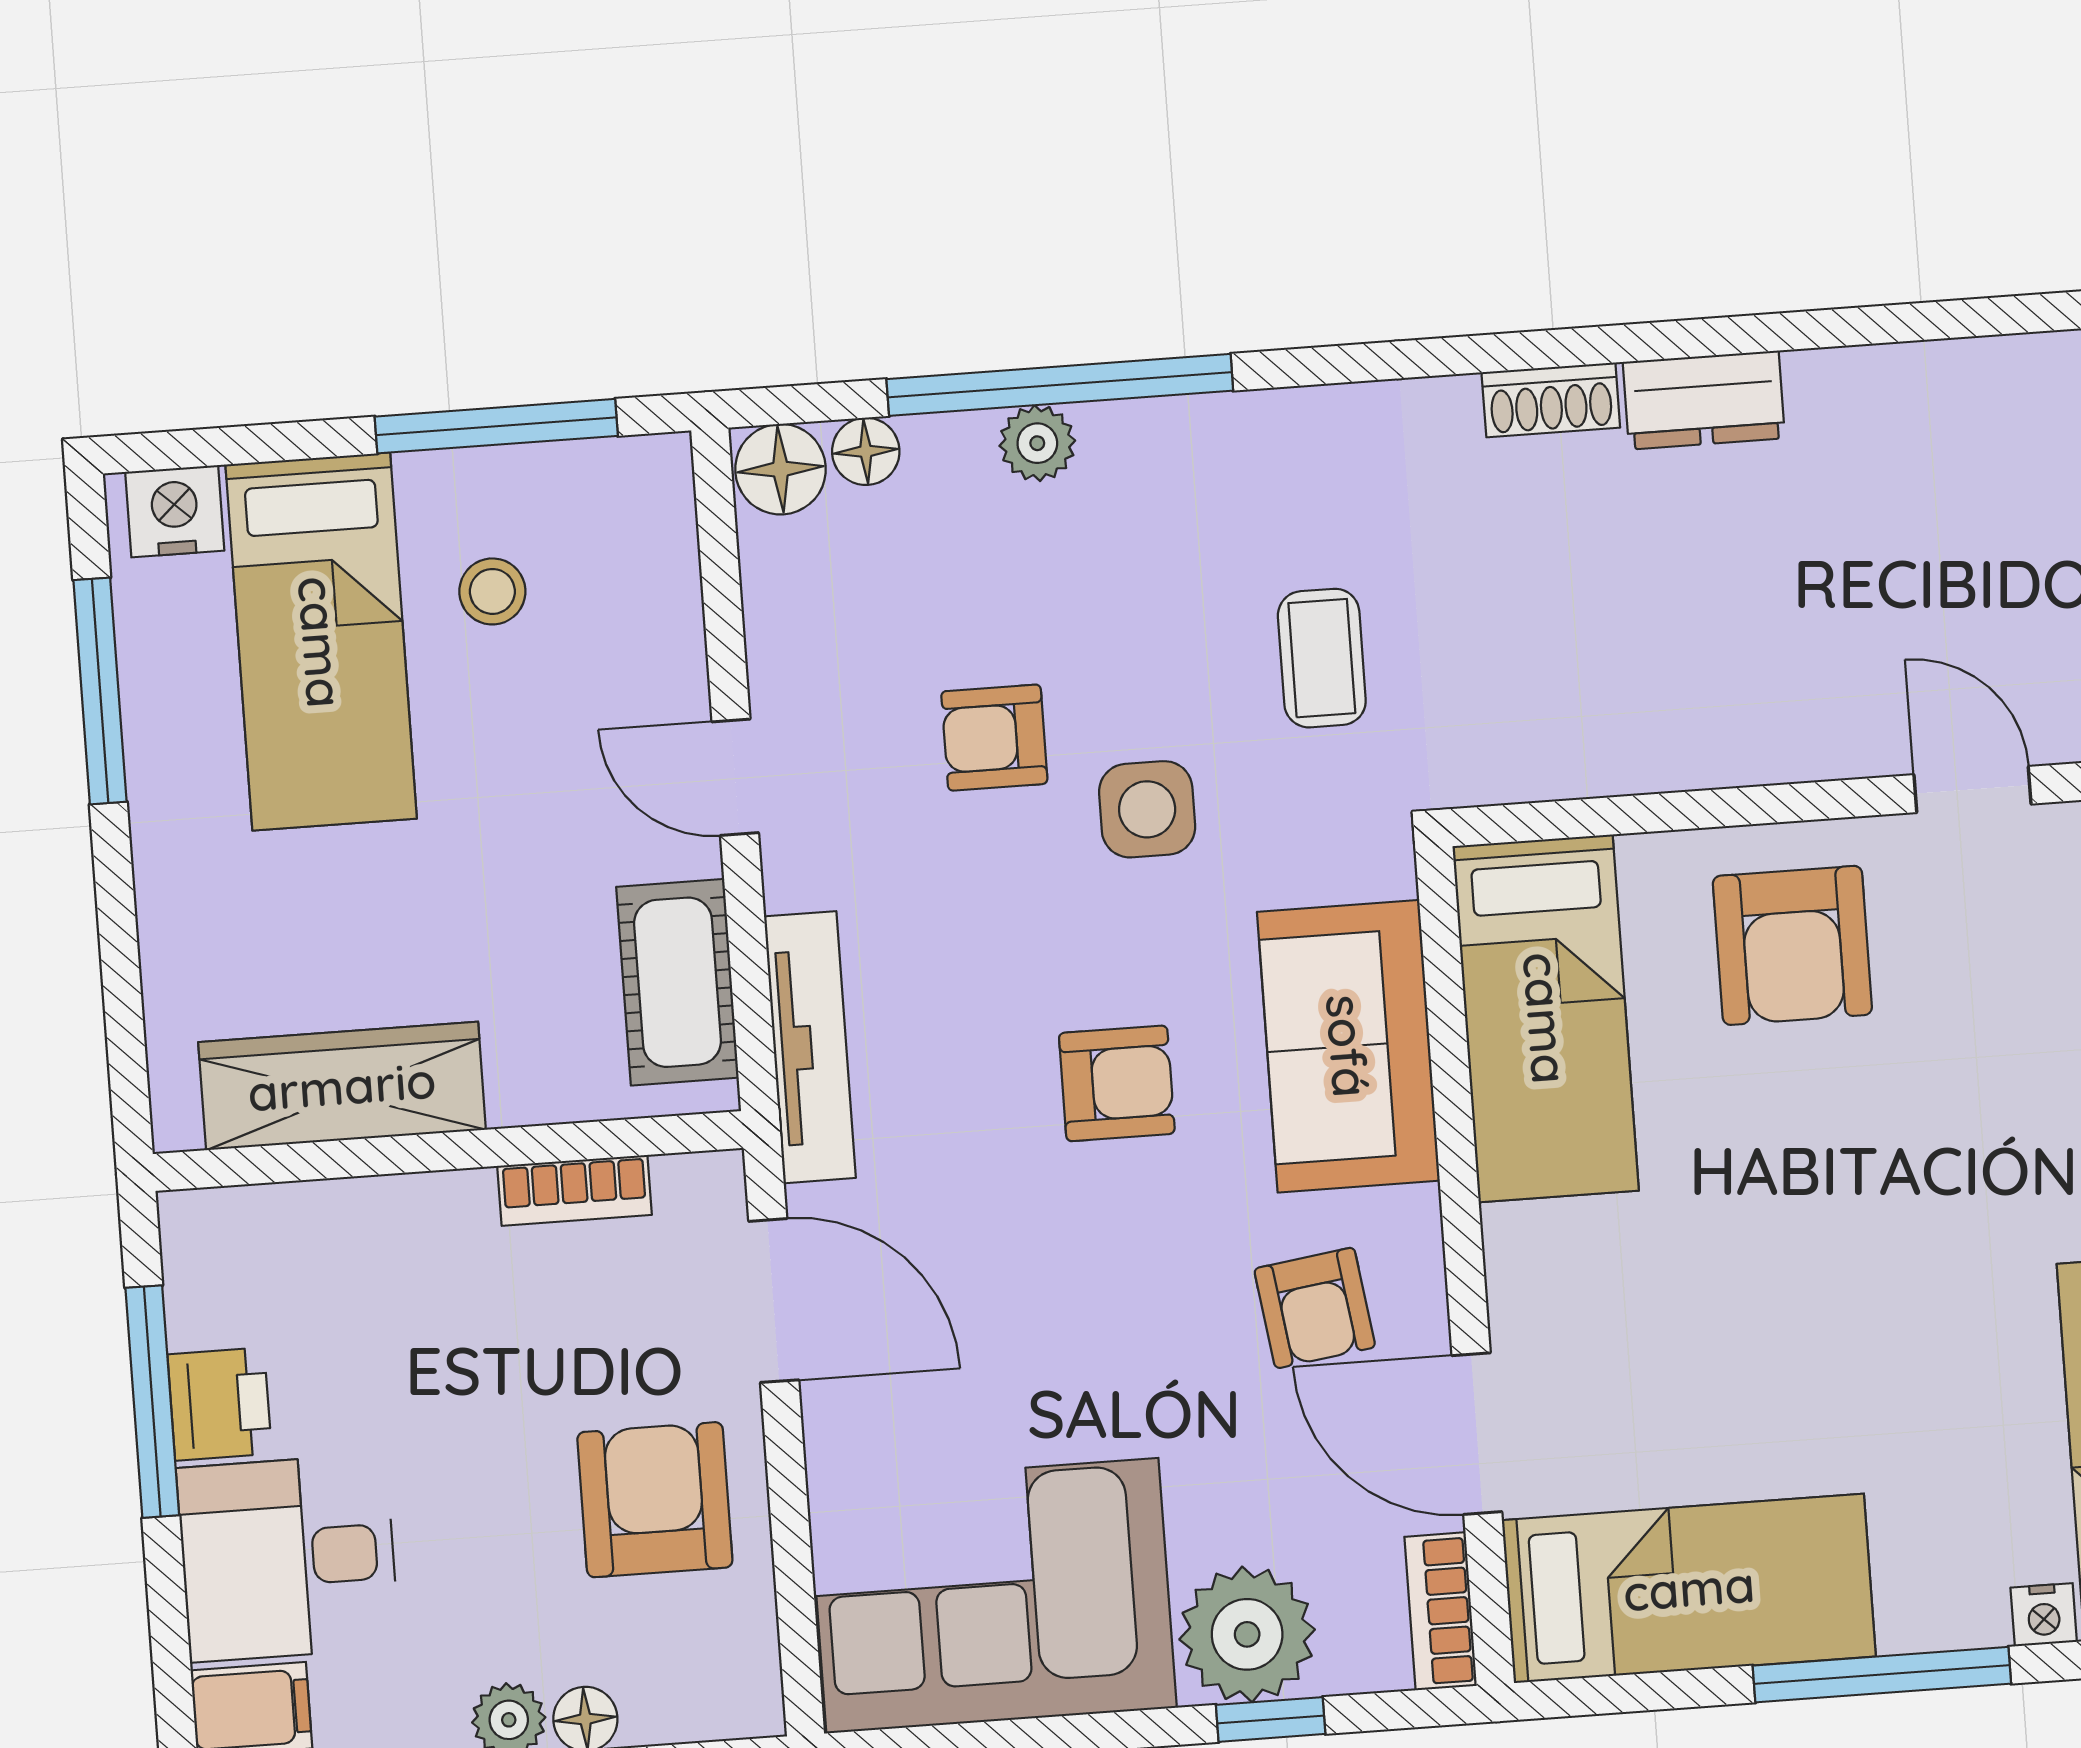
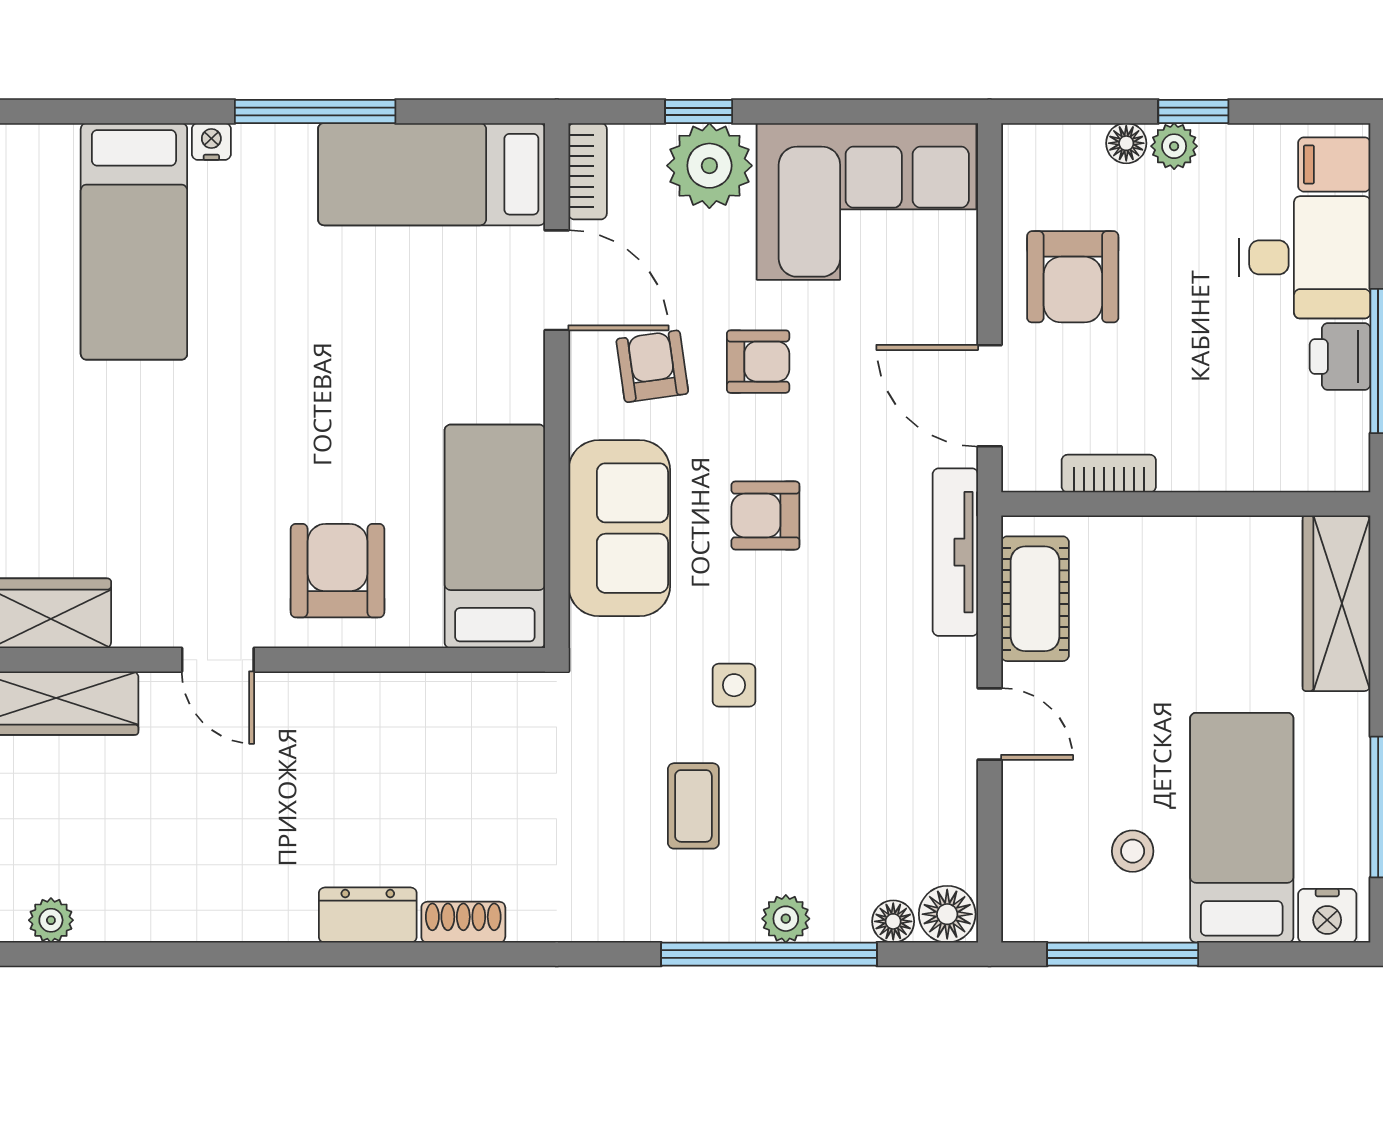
coffee table: (1322, 658) -> (693, 806), moved
armchair: (994, 738) -> (758, 362), moved
side table: (1147, 809) -> (734, 685), width x0.73, depth x0.73
wardrobe: (342, 1086) -> (1337, 603), moved, turned 90

